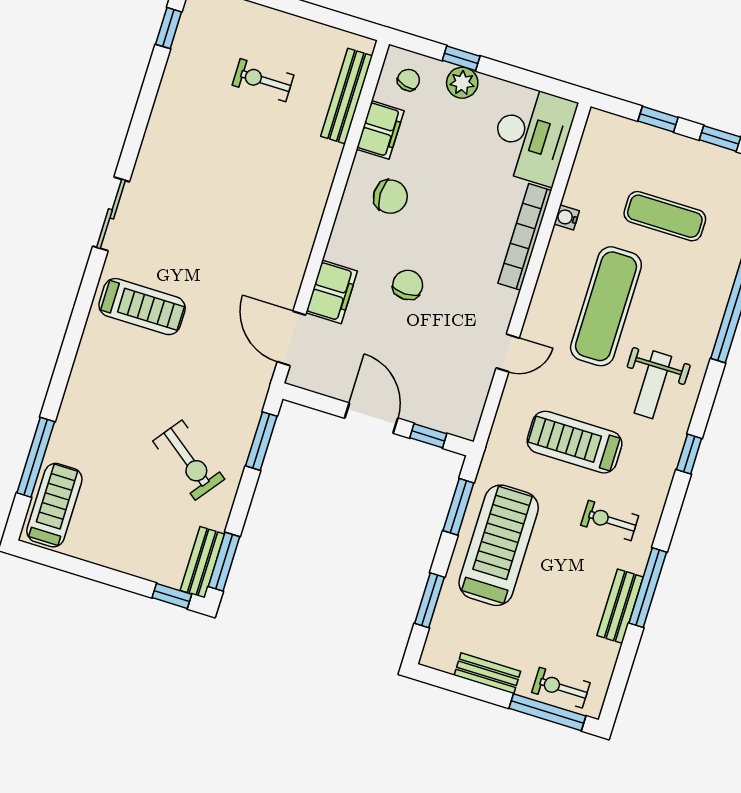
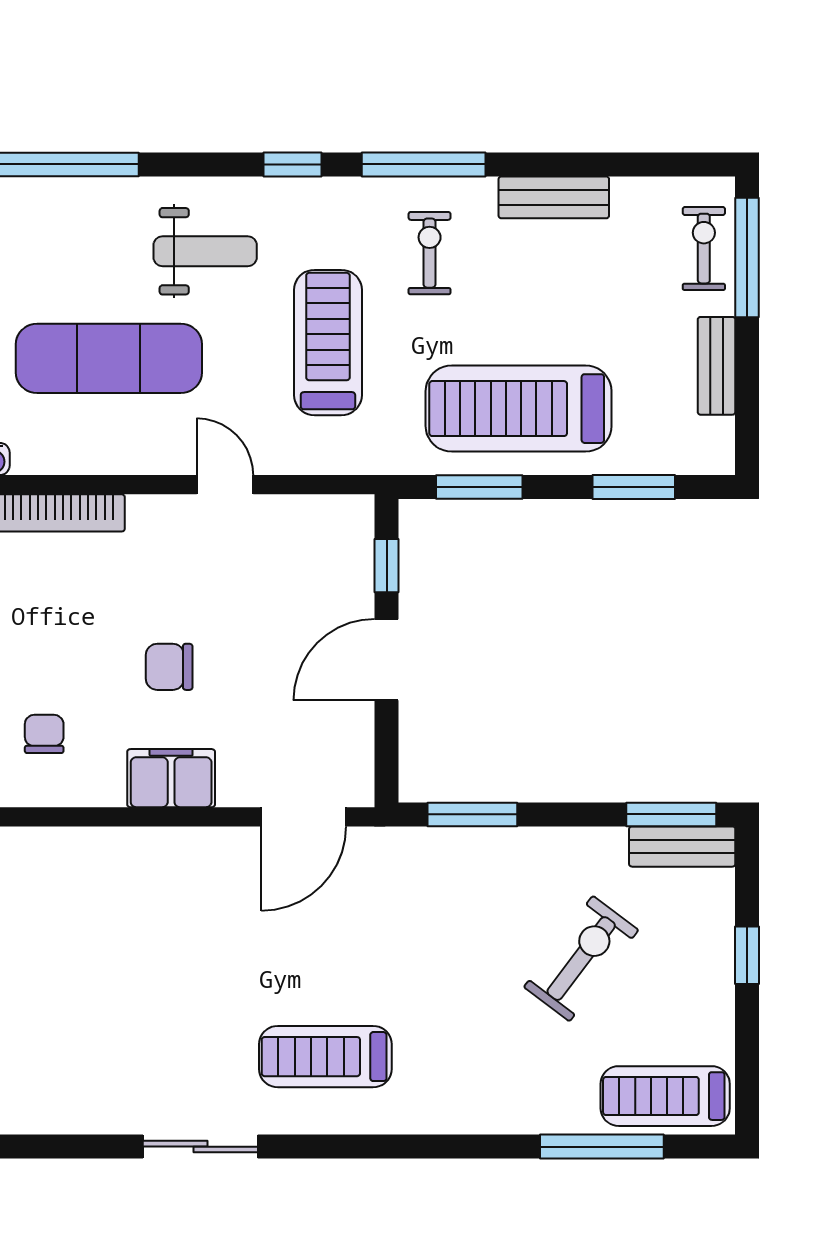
chair: (390, 197) -> (44, 734), width x0.73, depth x0.73
filing cabinet: (332, 292) -> (171, 778), moved
treadmill: (142, 307) -> (325, 1057), turned -90
treadmill: (574, 442) -> (328, 343), turned 180
exercise bike: (189, 460) -> (581, 959), moved
exercise bike: (610, 520) -> (430, 253), turned 180
window: (648, 588) -> (424, 164), moved
window: (172, 596) -> (747, 955), moved
exercise bike: (561, 688) -> (704, 249), turned 180

